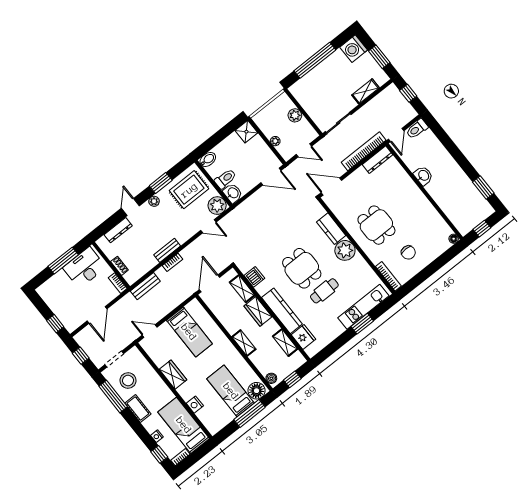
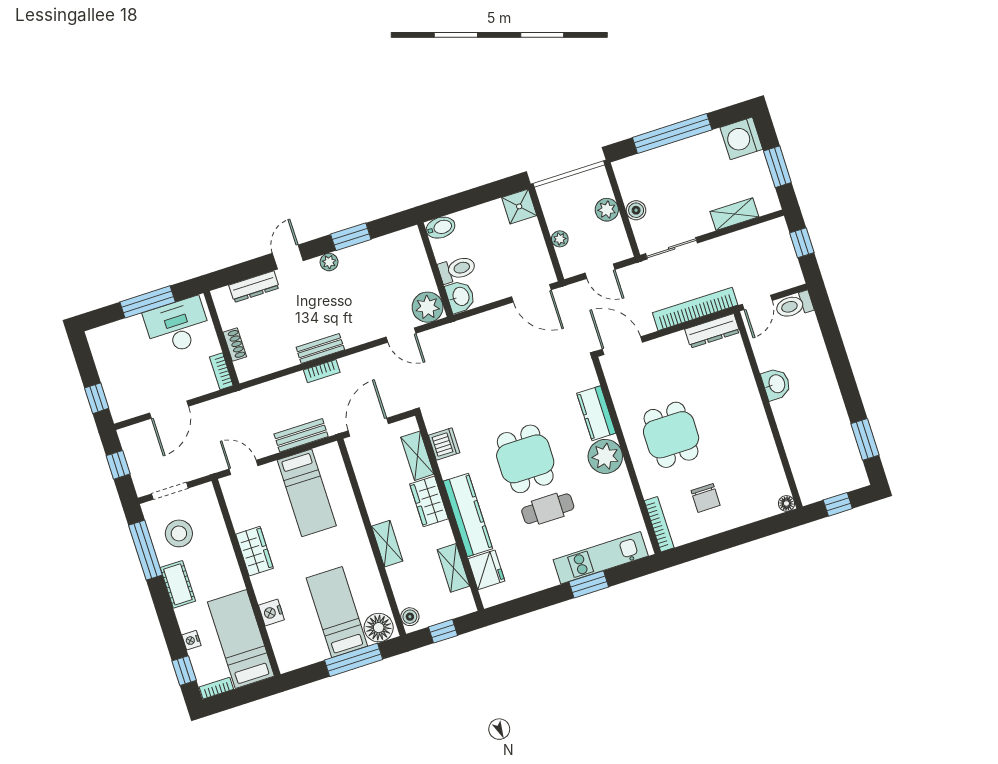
boiler: (311, 110) -> (636, 210), added
rug: (189, 190) -> (392, 264), removed
bench: (145, 286) -> (301, 435), moved

